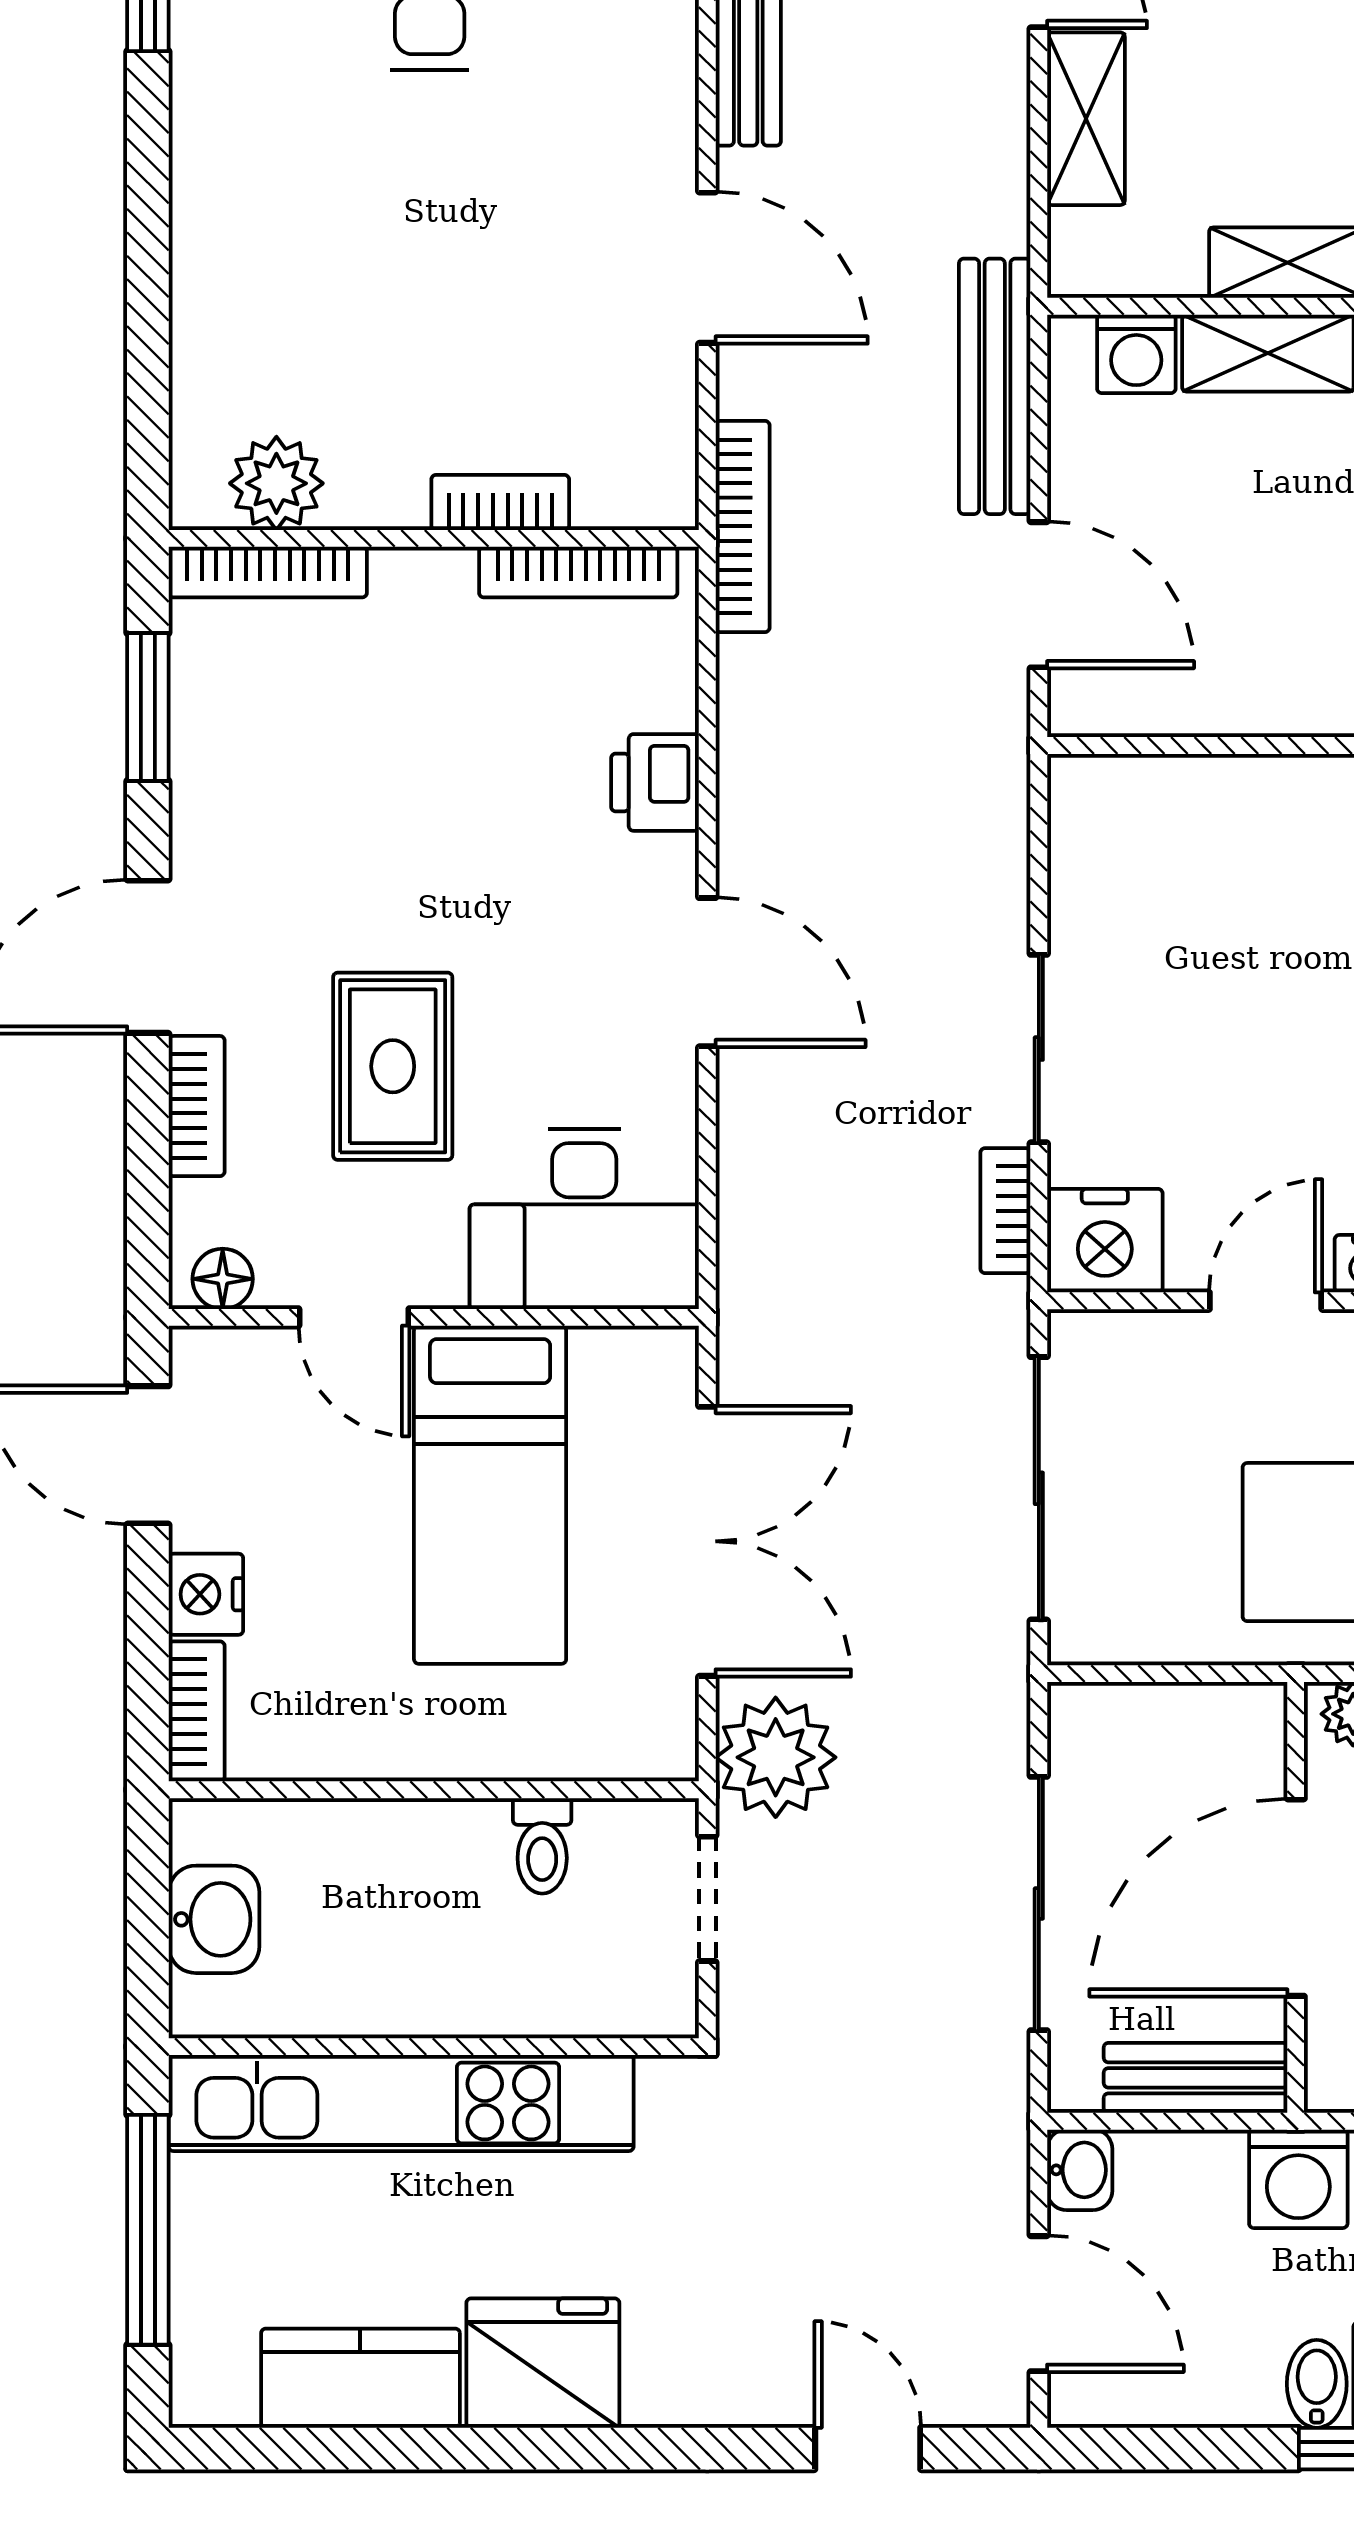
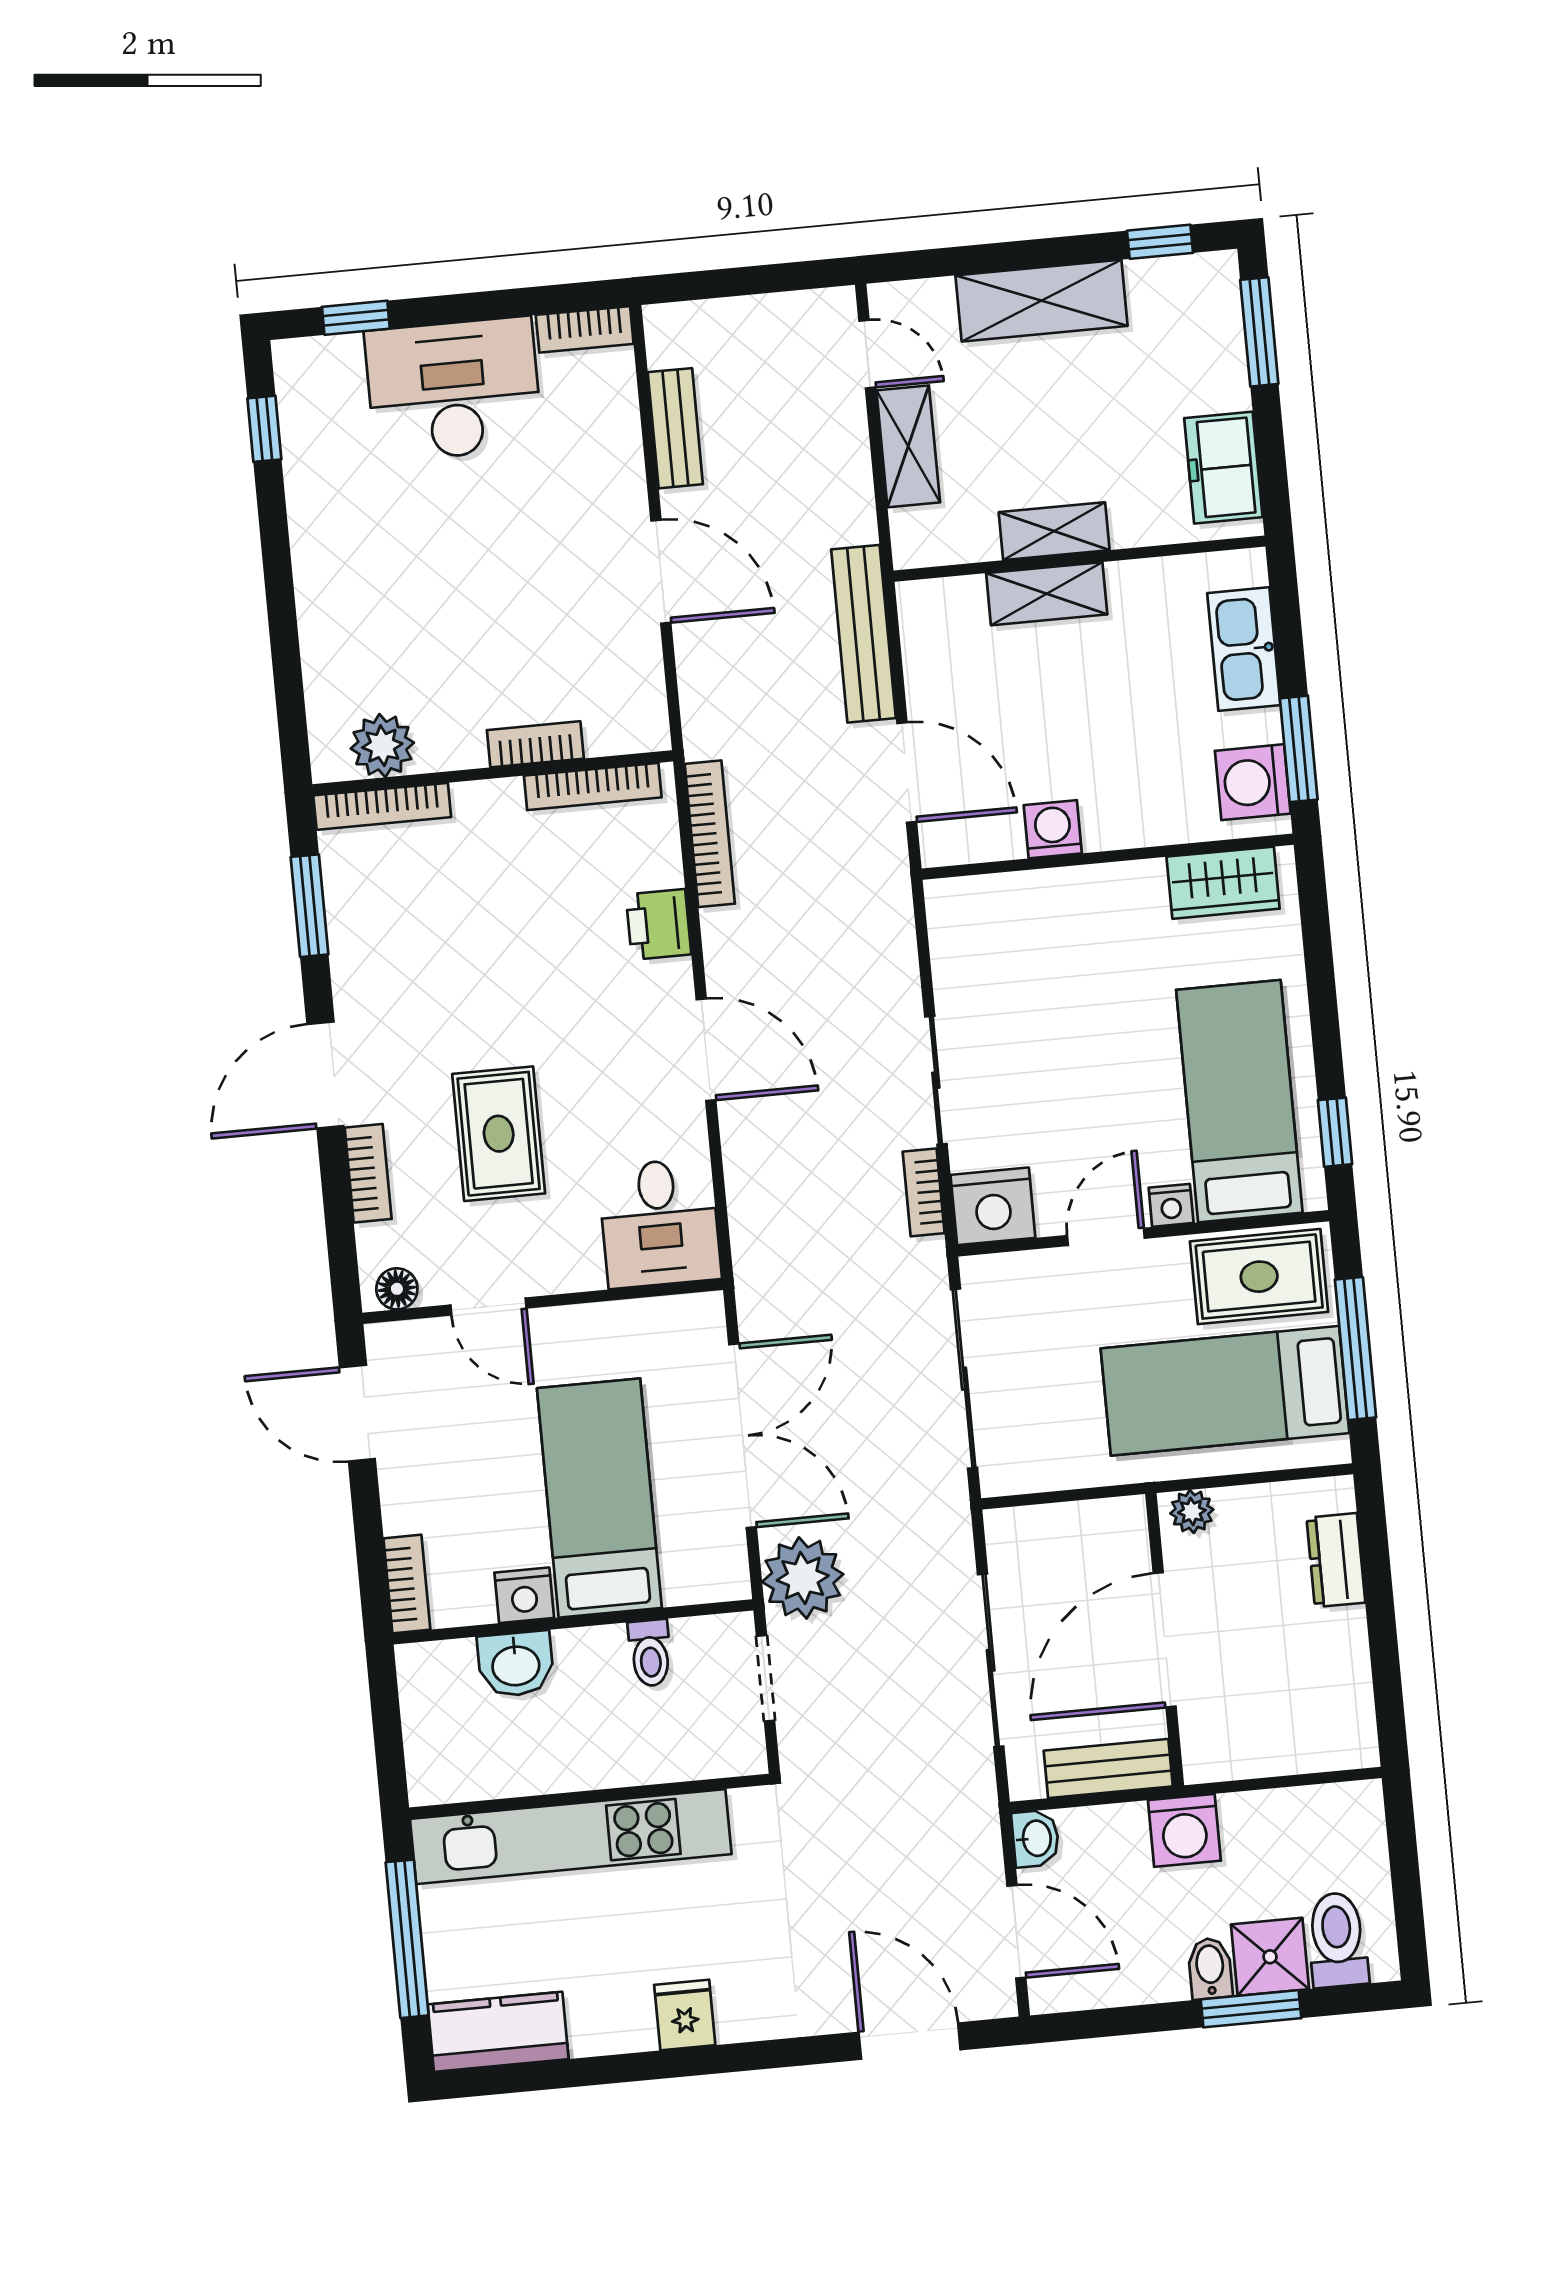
washing machine: (1136, 354) -> (1053, 829), moved, turned 180
bookcase: (743, 526) -> (710, 834), moved
desk: (584, 1219) -> (660, 1223), width x0.73
bed: (490, 1495) -> (599, 1498), moved, turned 180
nightstand: (206, 1594) -> (524, 1595), moved, turned -90
washbasin: (214, 1919) -> (516, 1664), moved, turned 90
fridge: (543, 2363) -> (685, 2015), width x0.53, depth x0.75
kitchen counter: (360, 2378) -> (498, 2032), moved
door: (868, 2449) -> (910, 2041), width x1.37

